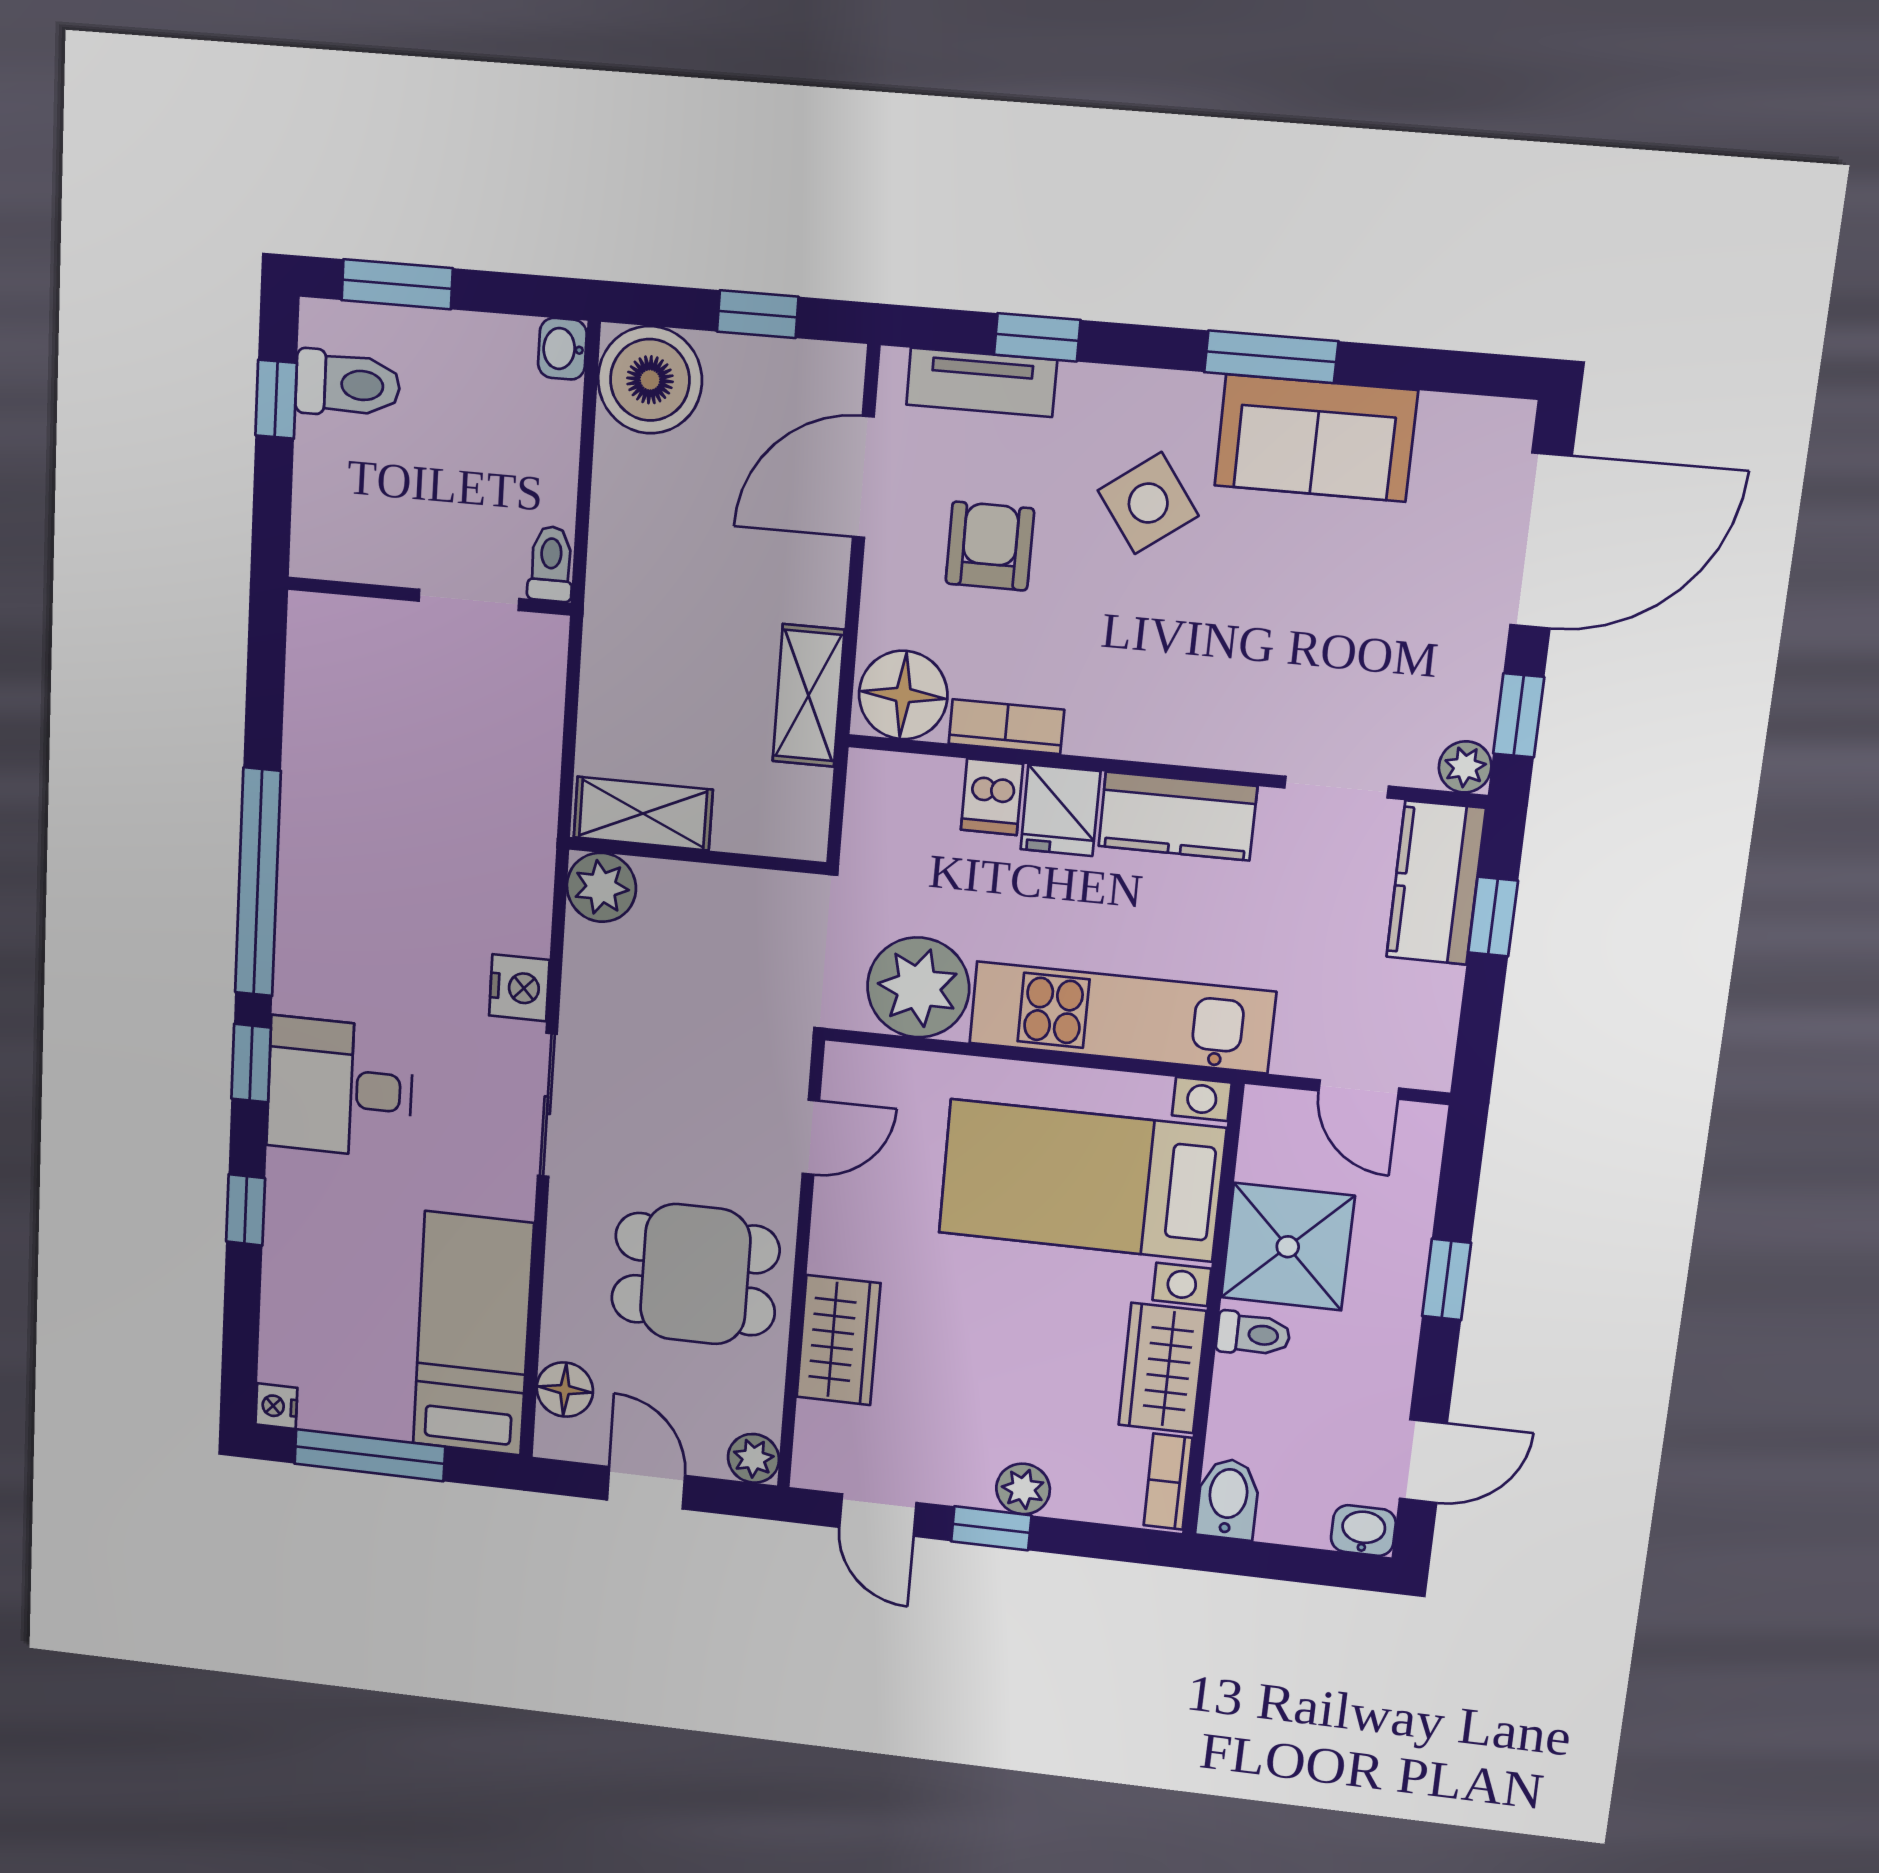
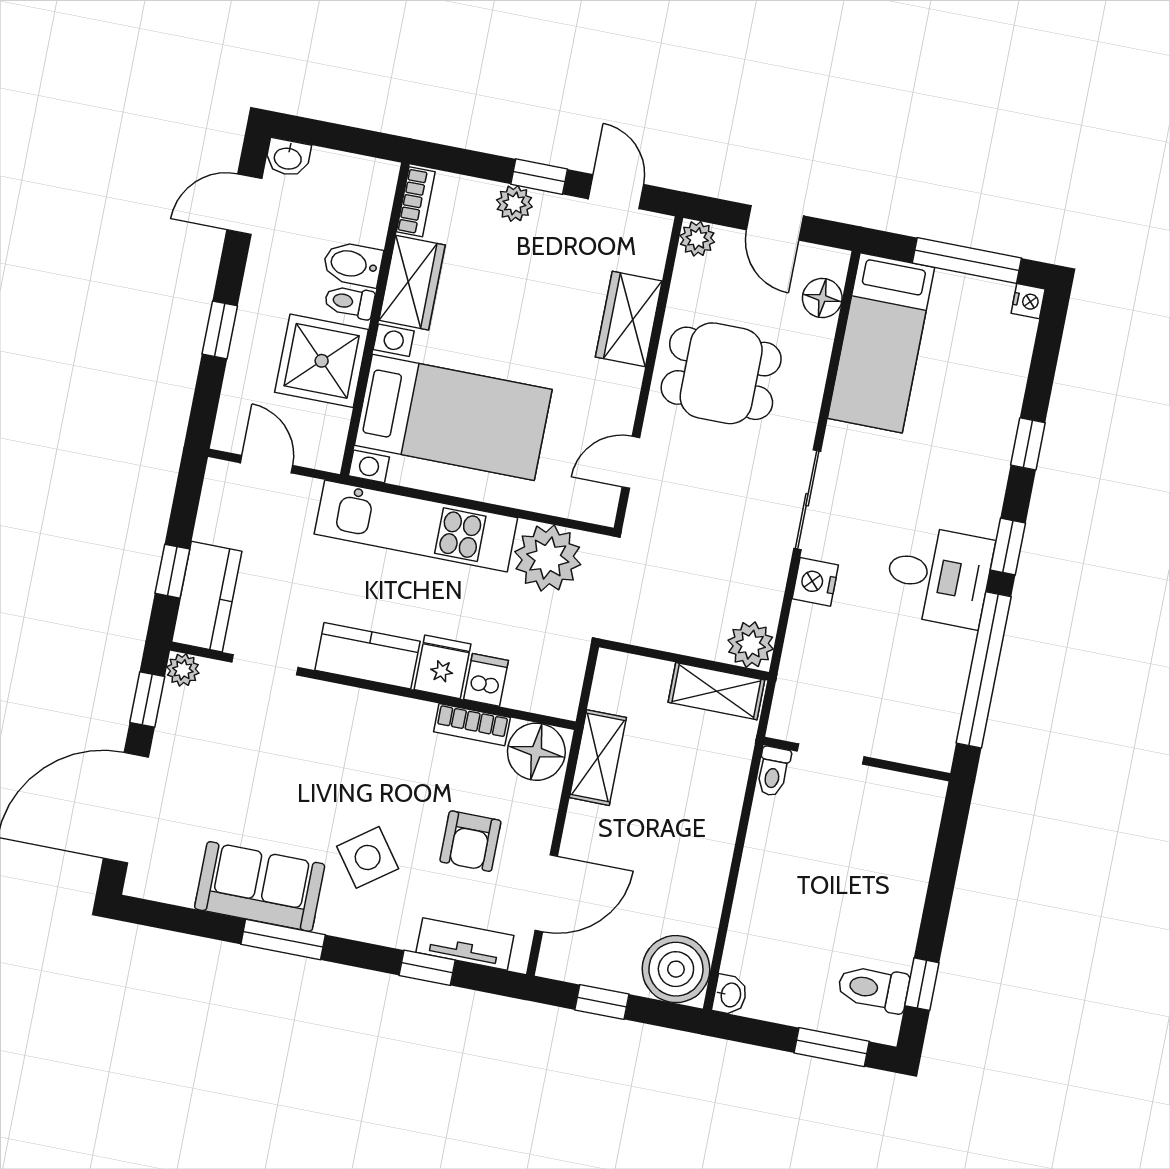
toilet: (551, 564) -> (773, 771), moved
wall: (429, 596) -> (857, 759), moved
doorway: (469, 600) -> (831, 754), moved
desk: (340, 1088) -> (938, 576), moved
bidet: (1228, 1499) -> (353, 264), moved, turned 90

